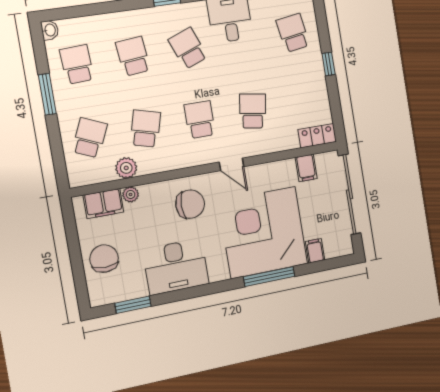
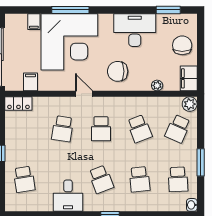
school desk: (145, 129) -> (139, 129), turned -36
plant: (126, 168) -> (190, 104), moved
filing cabinet: (103, 204) -> (189, 78), moved, turned -90
chair: (104, 259) -> (182, 45), turned 180

